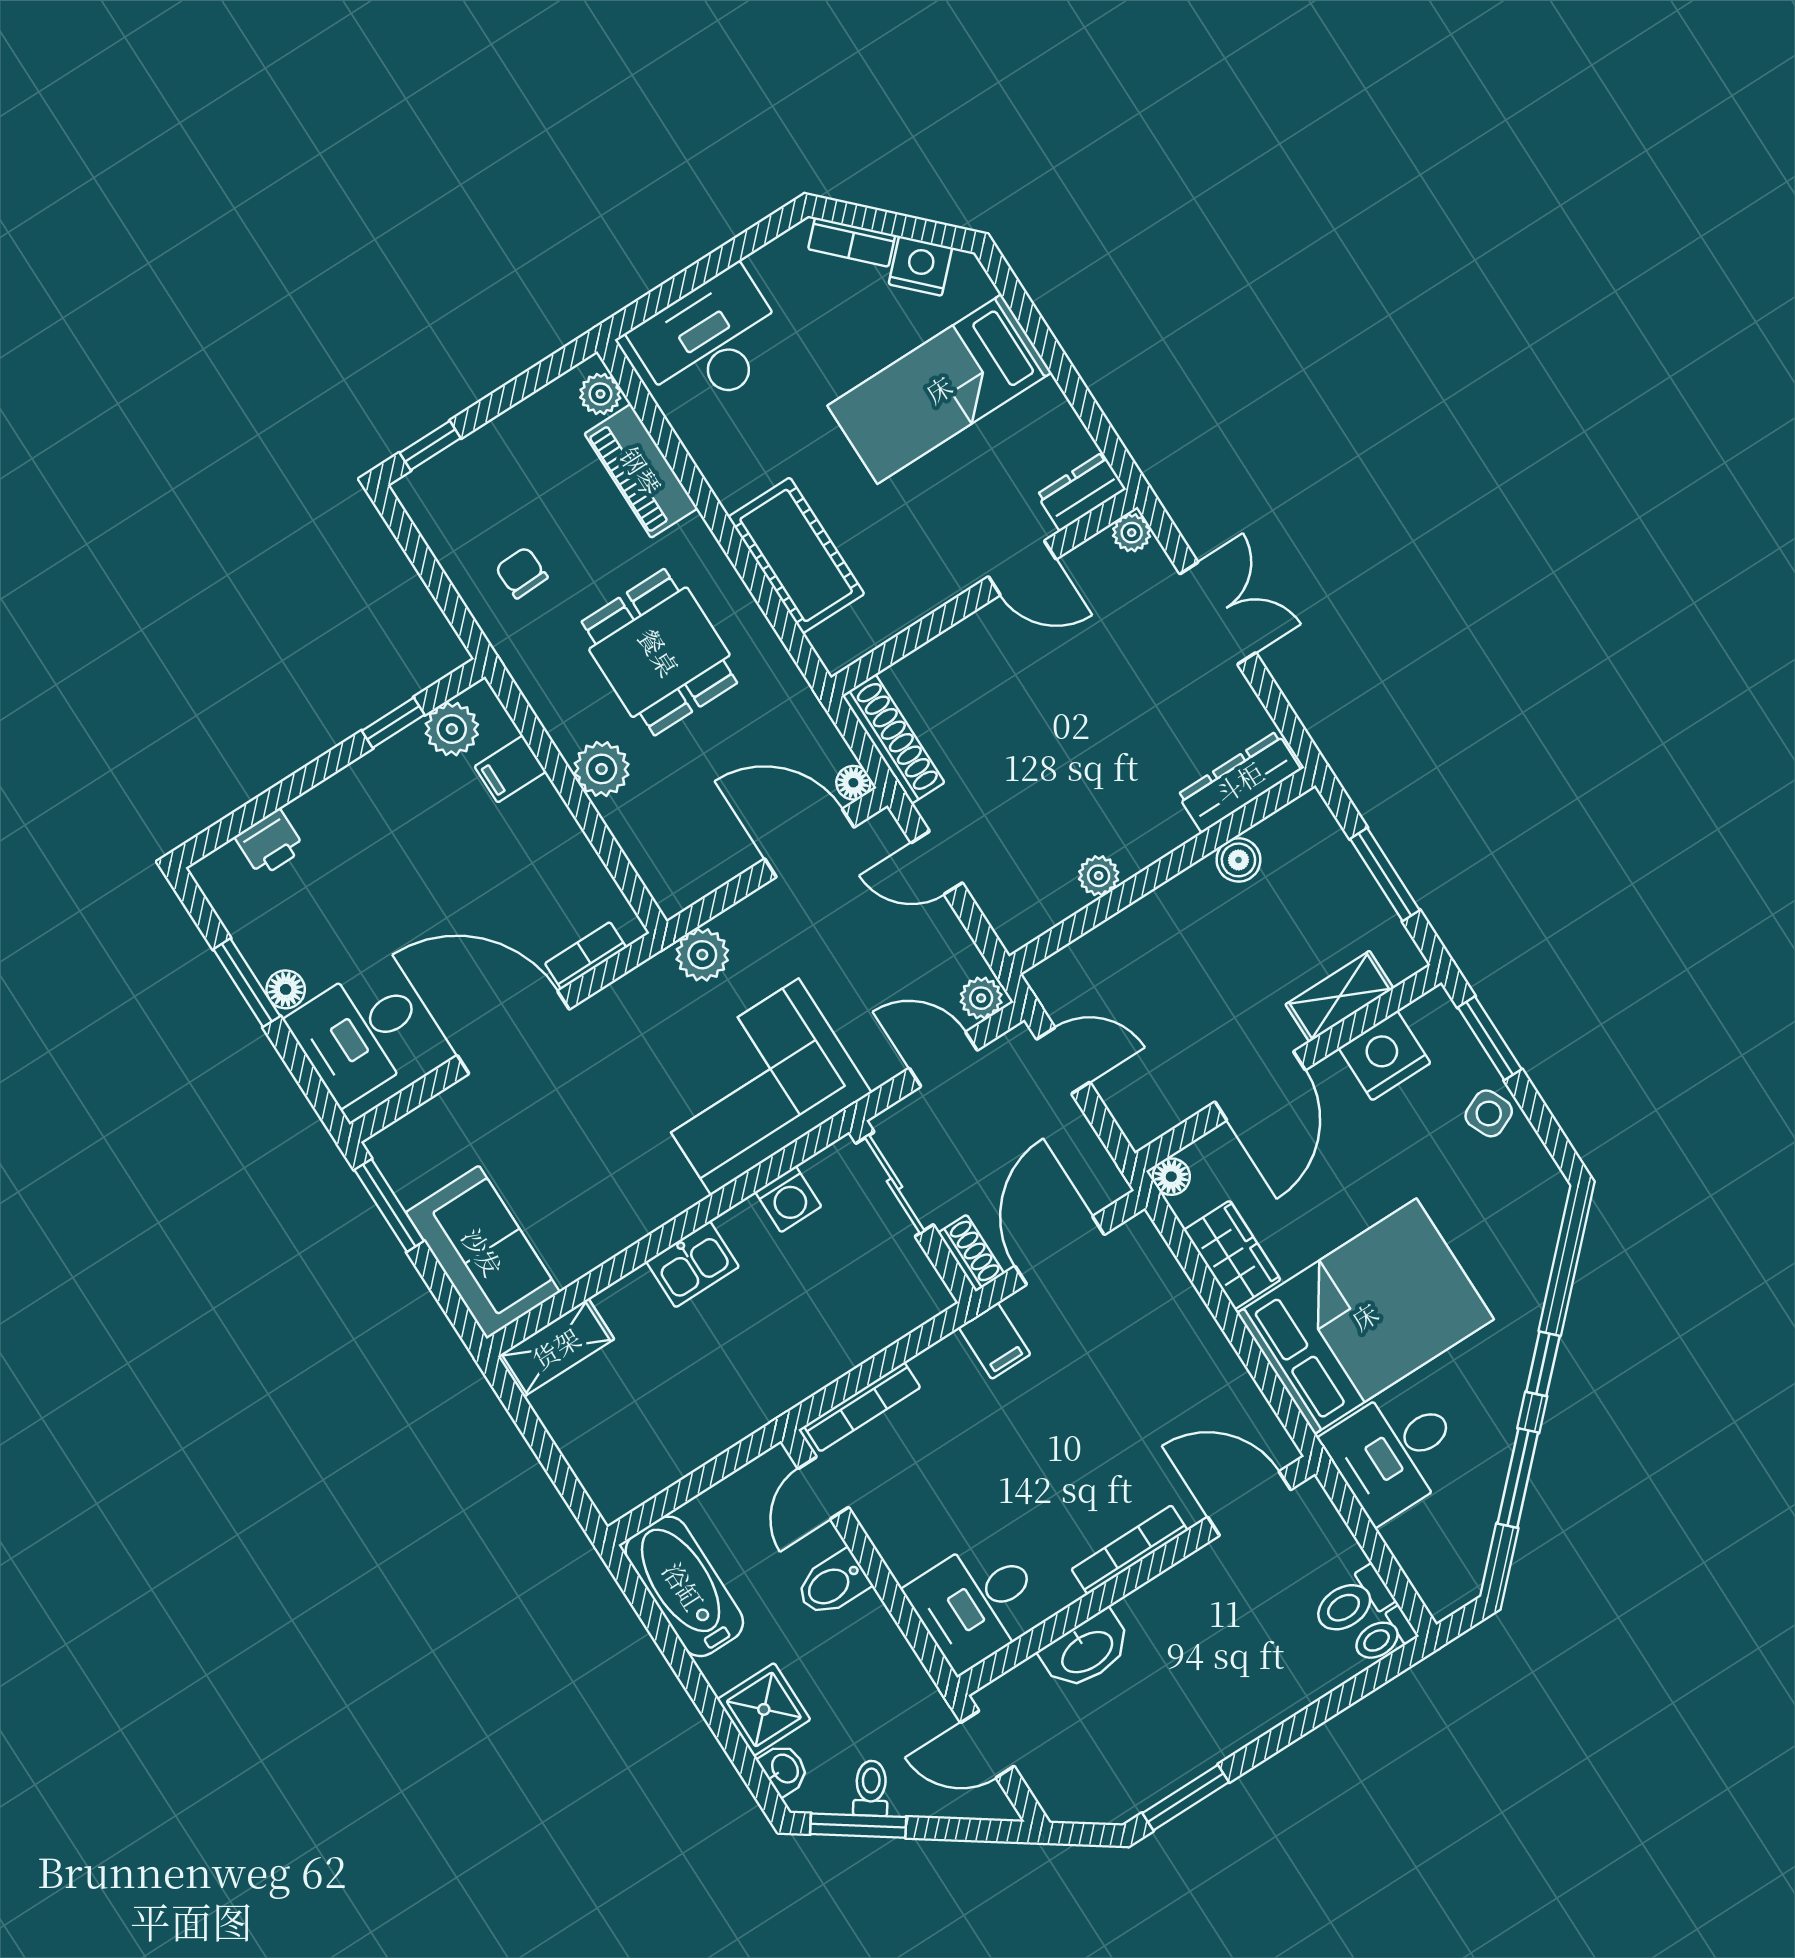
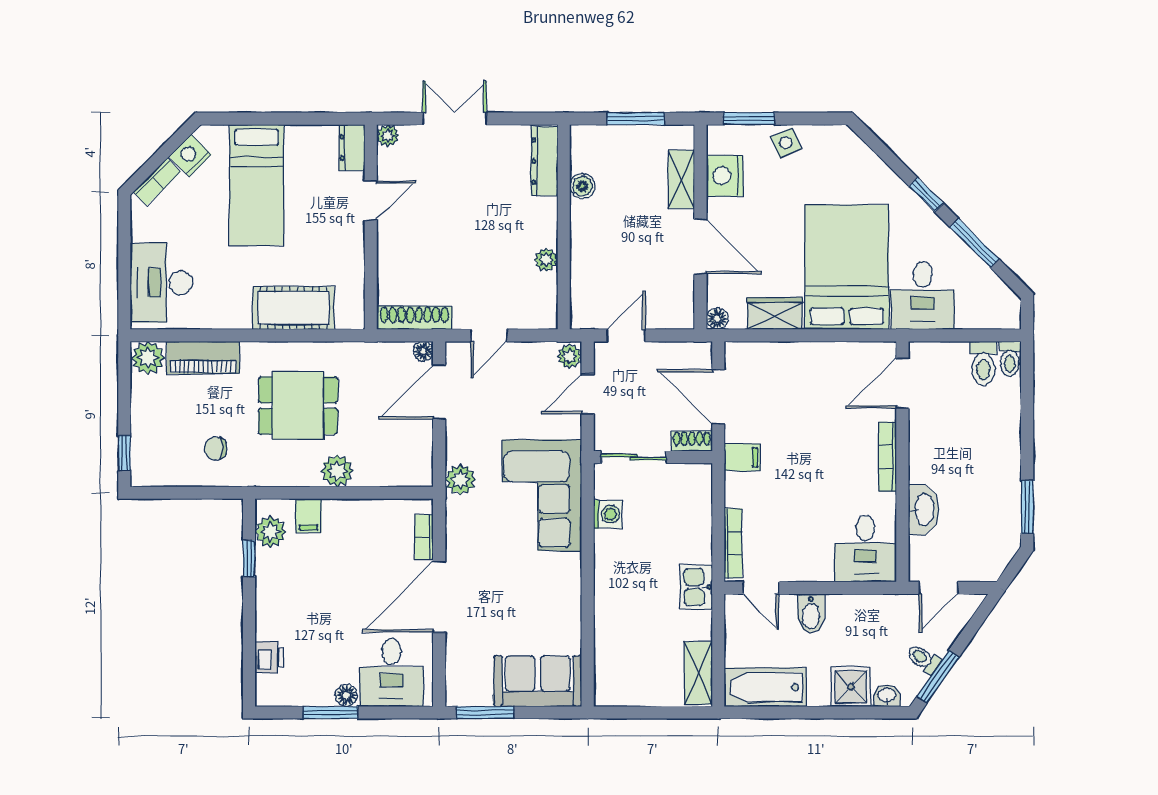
plant: (600, 394) -> (148, 358), width x1.38, depth x1.38
kitchen sink: (693, 1264) -> (696, 587), moved, turned 180
shelving: (556, 1348) -> (698, 673), moved

